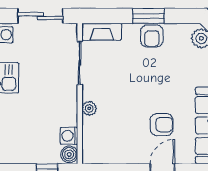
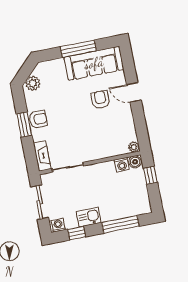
plant: (89, 108) -> (134, 147), moved

